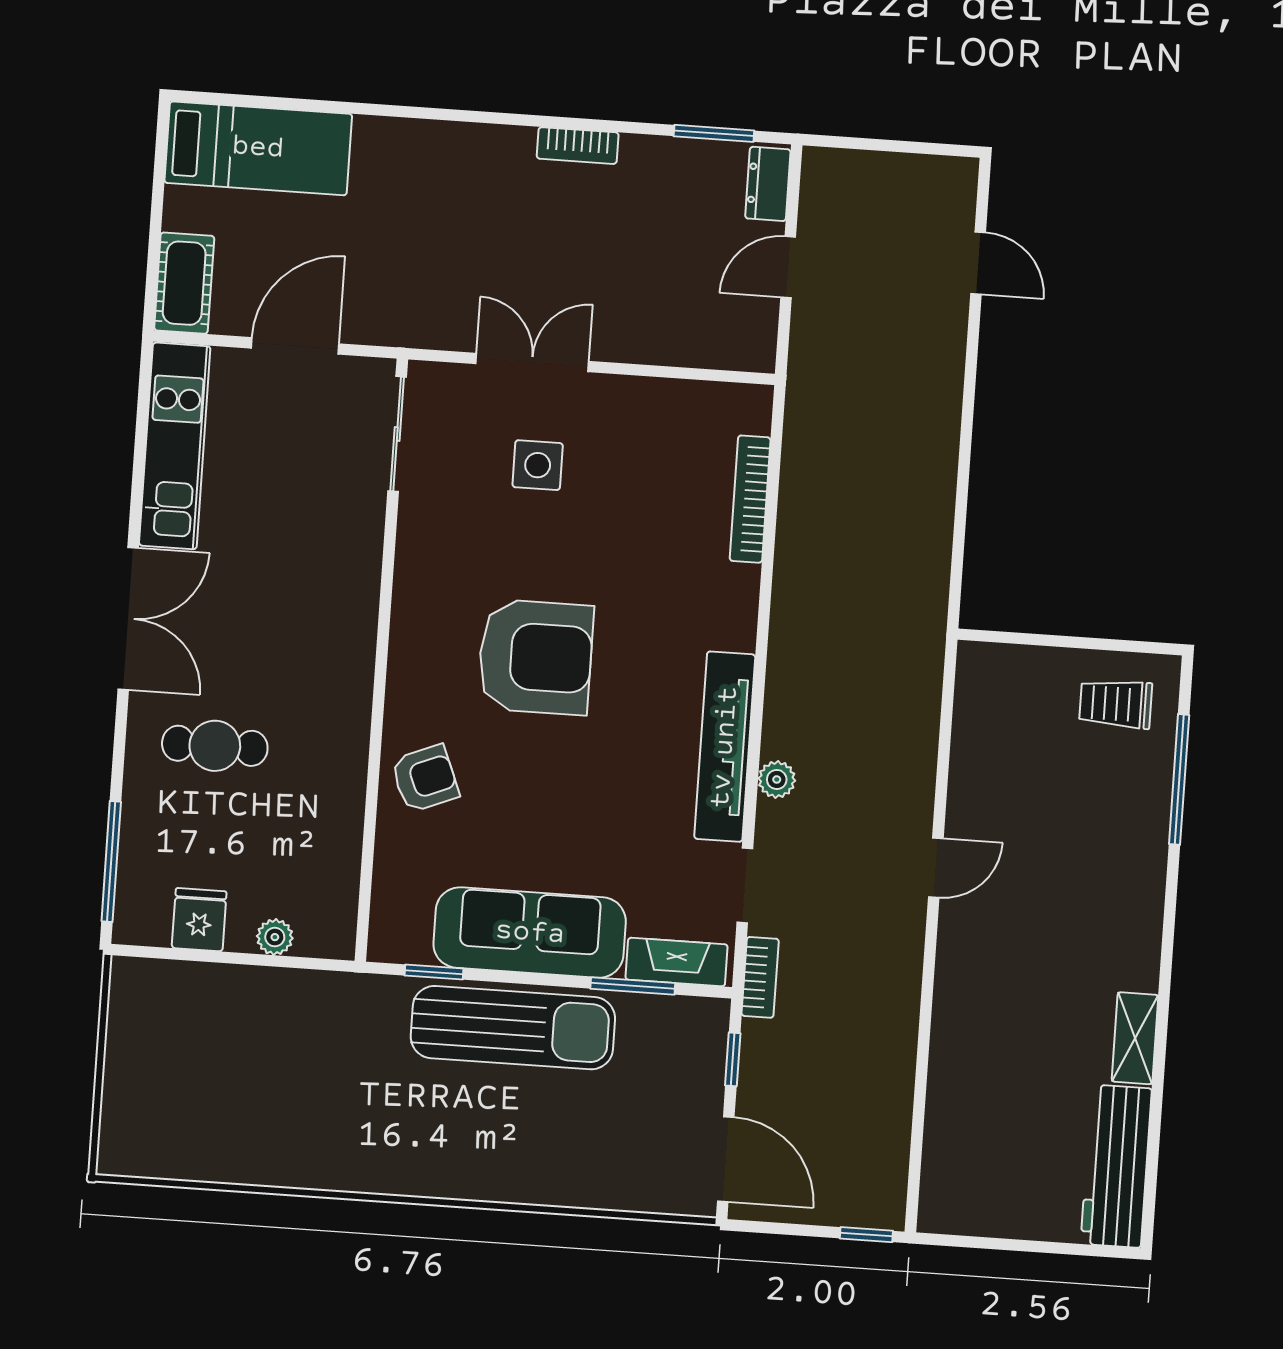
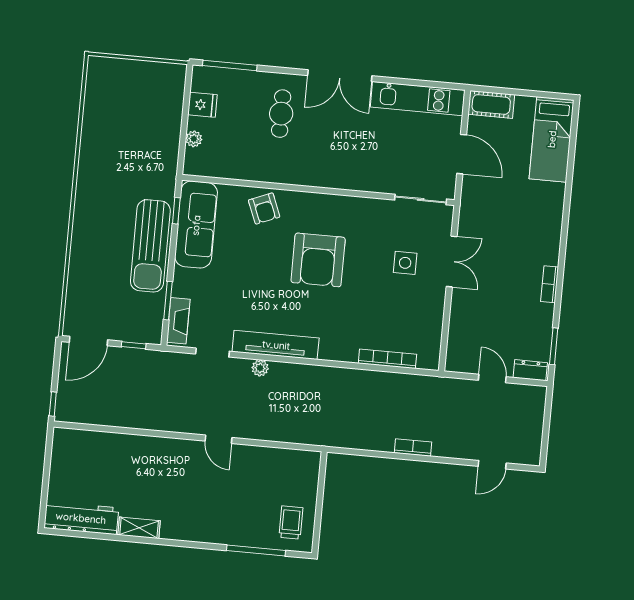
sofa: (530, 933) -> (196, 225), moved
bookcase: (760, 977) -> (413, 447), moved, turned 180

